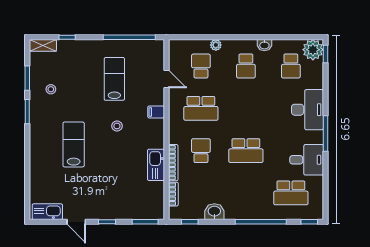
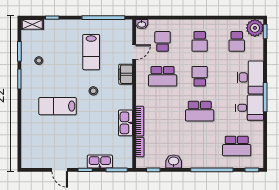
plant: (216, 45) -> (175, 24), removed
washbasin: (264, 45) -> (142, 24), moved
lab bench: (114, 79) -> (91, 52), turned 180
door: (166, 79) -> (134, 52), hinge flipped
filing cabinet: (156, 112) -> (126, 74), width x2.00
lab bench: (74, 144) -> (58, 106), turned -90
school desk: (201, 151) -> (200, 76), moved
desk: (307, 160) -> (250, 108), moved
kitchen sink: (47, 212) -> (100, 162), moved

